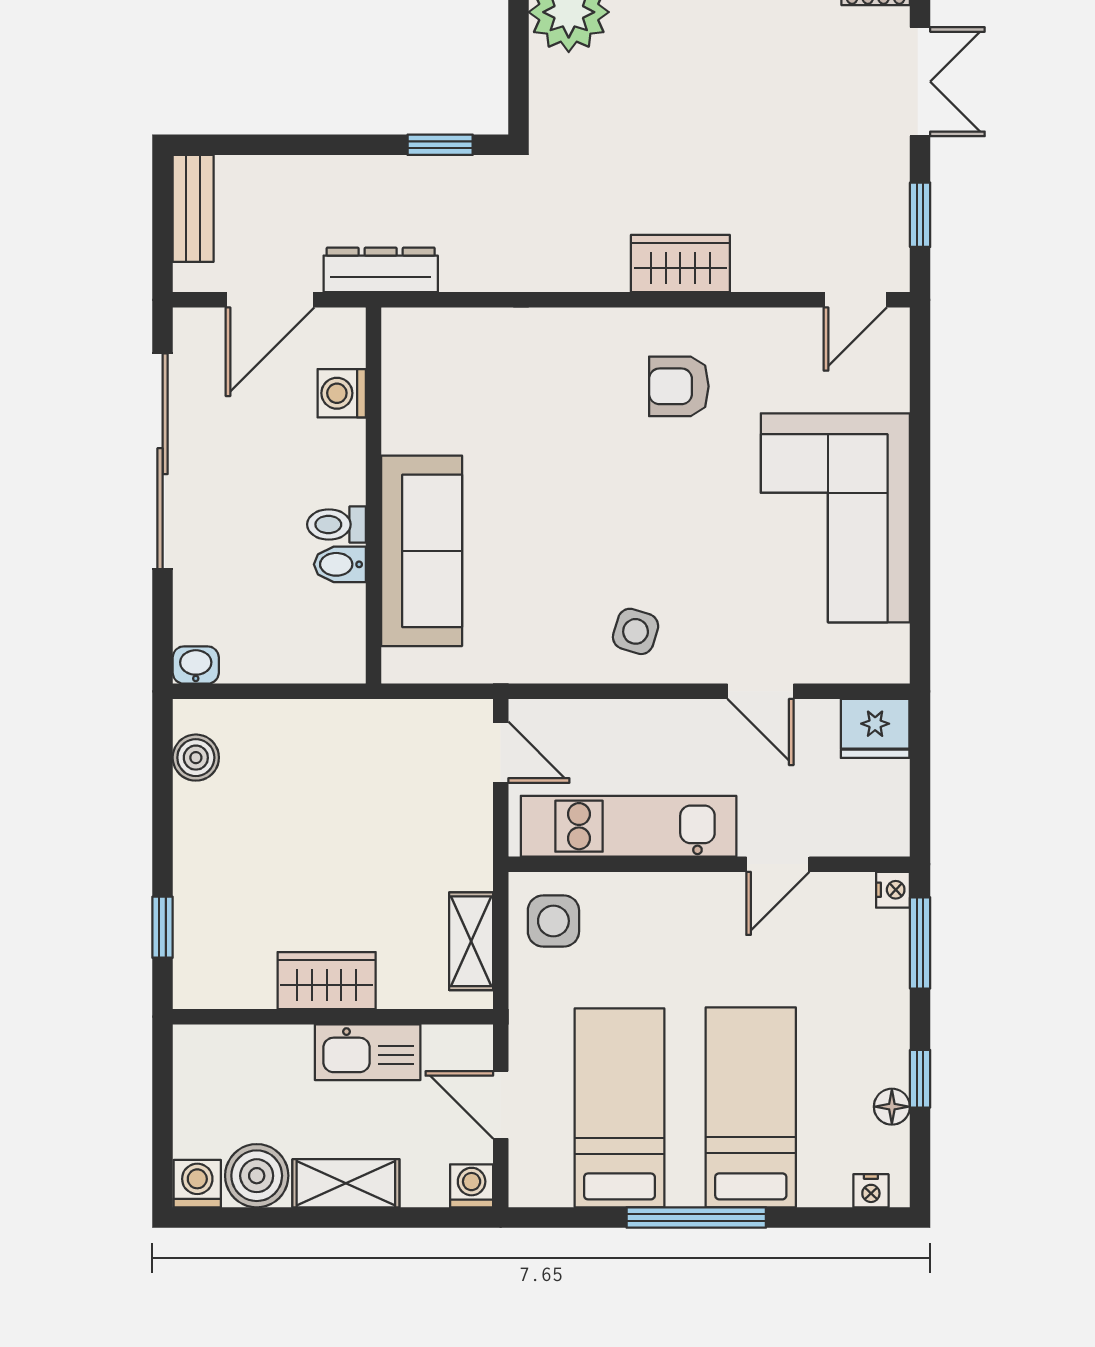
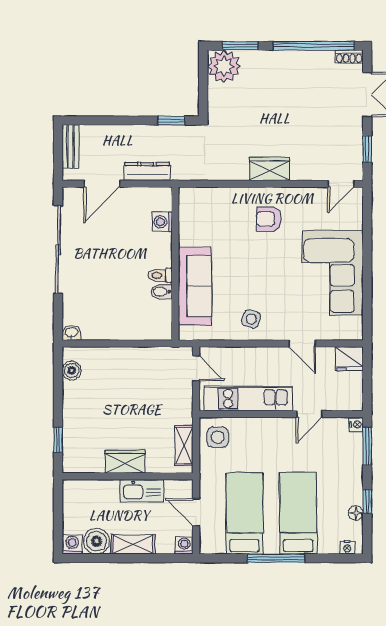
washing machine: (342, 393) -> (162, 222), moved
wall: (374, 496) -> (175, 264), moved
toilet: (337, 524) -> (160, 275), moved
sofa: (422, 551) -> (195, 286), moved
bidet: (340, 564) -> (162, 292), moved

